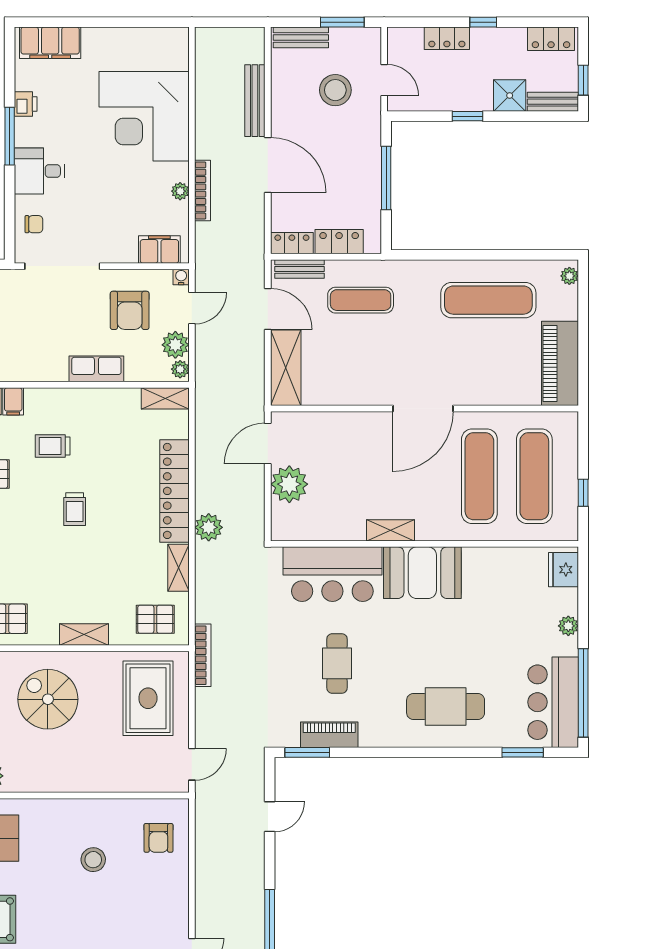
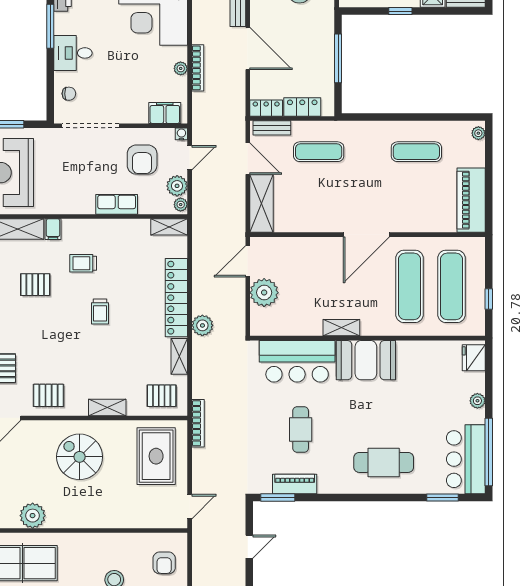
exercise mat: (488, 300) -> (416, 152), width x0.73, depth x0.69

